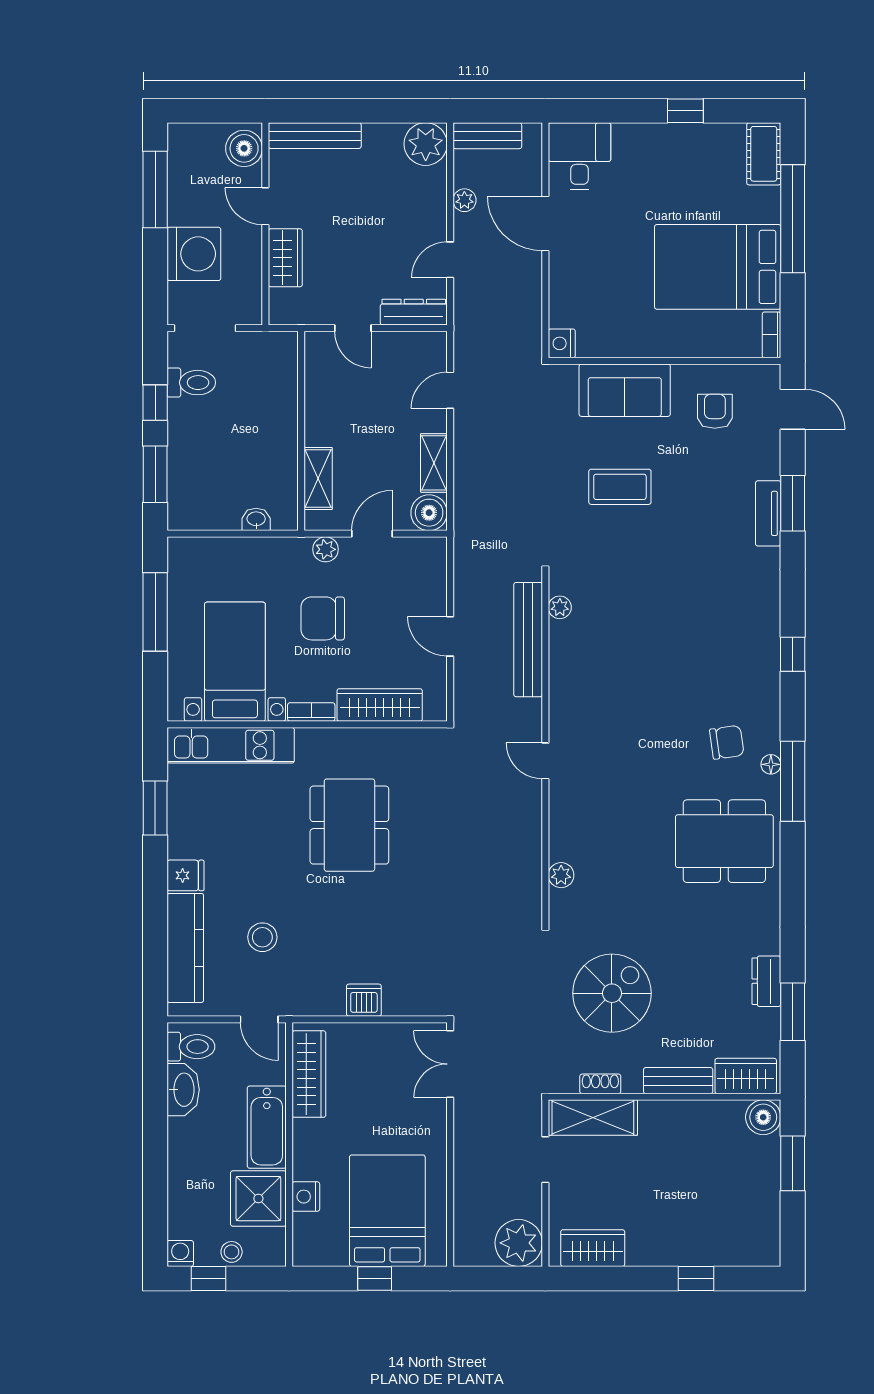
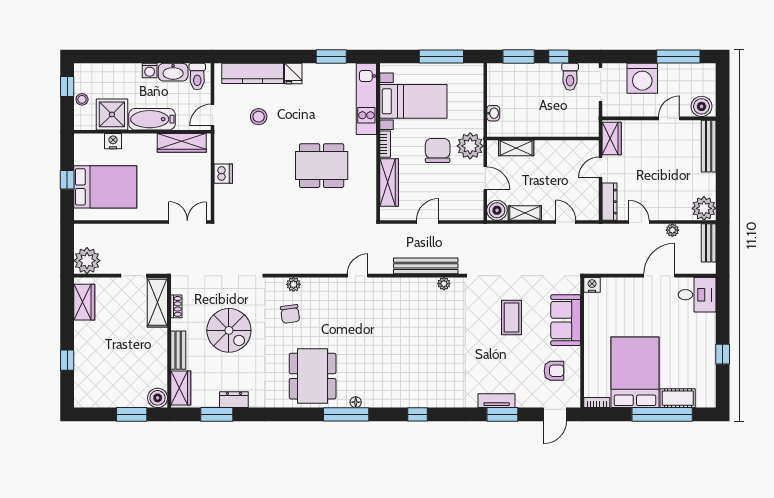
cot: (764, 154) -> (678, 398), moved
wardrobe: (285, 258) -> (612, 139), moved, turned -90
plant: (325, 549) -> (470, 146), width x1.87, depth x1.87
chair: (727, 742) -> (290, 314), moved
spiral stairs: (612, 993) -> (229, 330), moved
washing machine: (180, 1253) -> (150, 71), moved, turned 90

